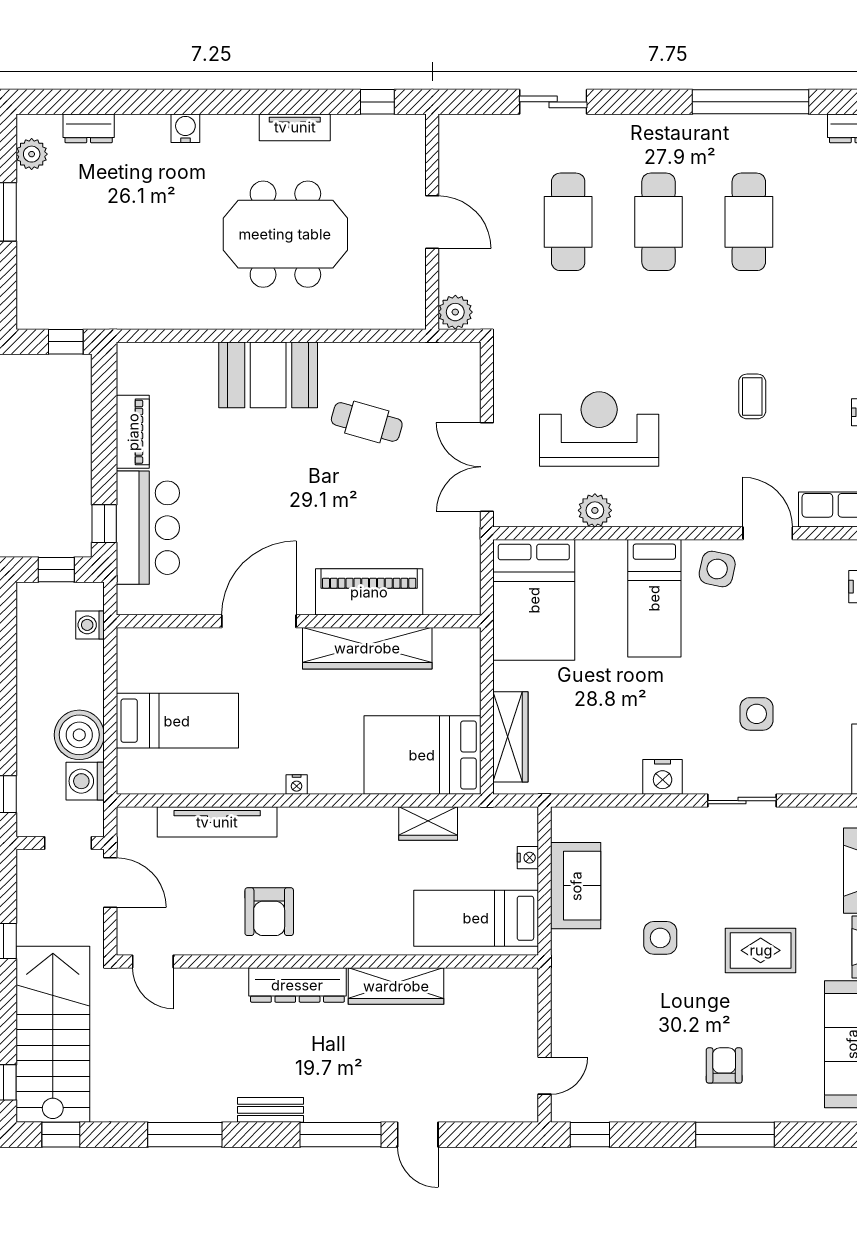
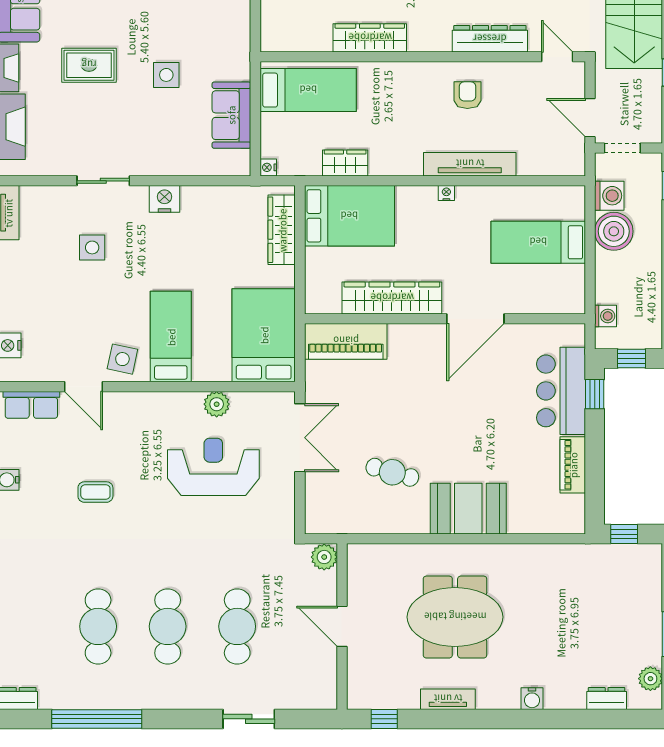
coffee table: (752, 396) -> (95, 492), turned 90
reception desk: (599, 429) -> (213, 467), turned 180
piano: (369, 592) -> (346, 341), moved
tv unit: (217, 822) -> (470, 164), moved
nightstand: (528, 858) -> (268, 167), moved
armchair: (269, 912) -> (467, 95), width x0.72, depth x0.72
dresser: (297, 985) -> (490, 39), moved

